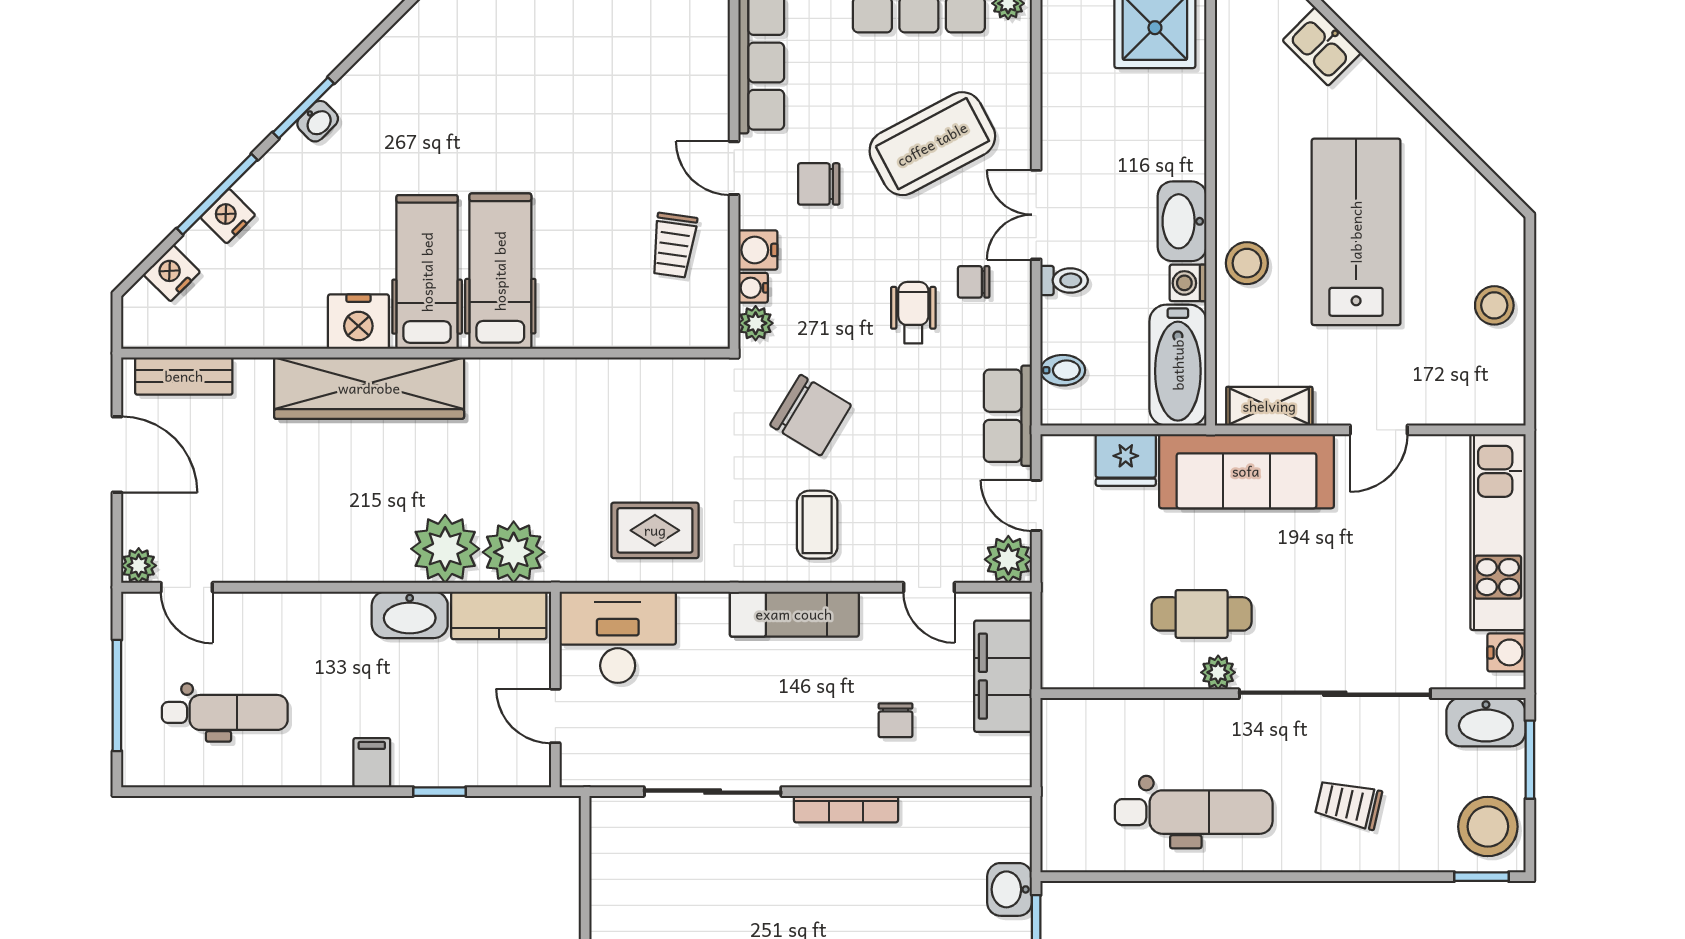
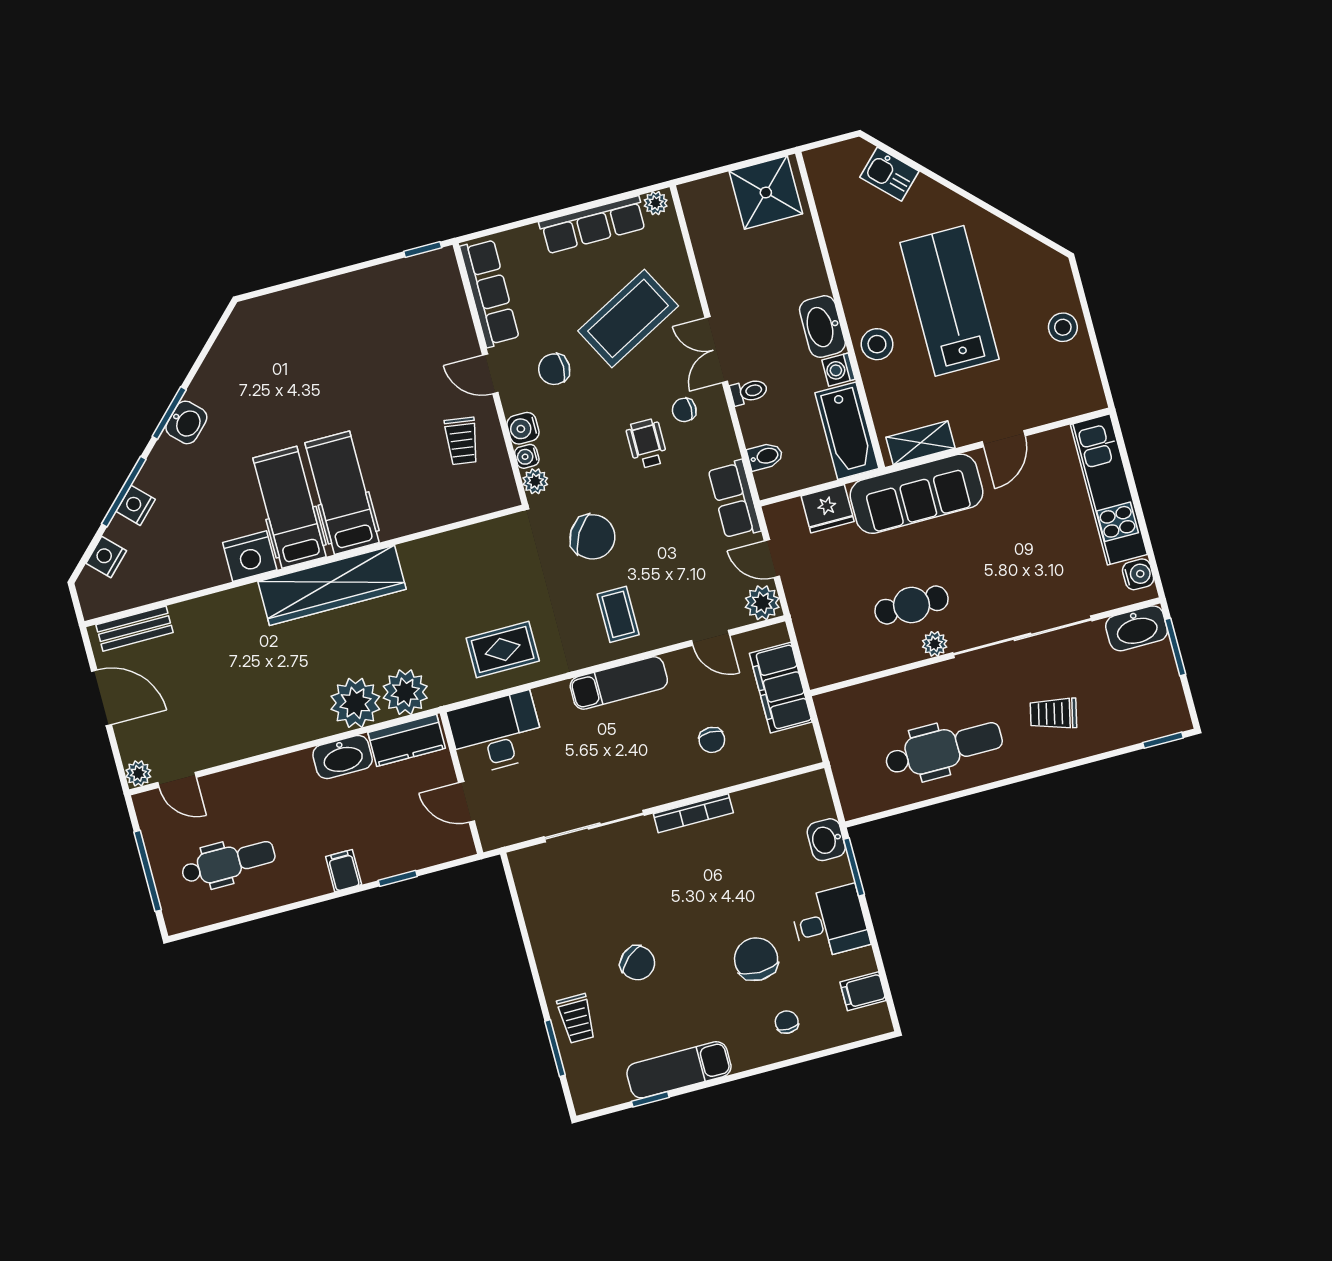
washbasin: (318, 121) -> (186, 422), width x1.38, depth x1.45
wardrobe: (369, 388) -> (332, 585), moved
stool: (1488, 827) -> (1158, 703), removed

